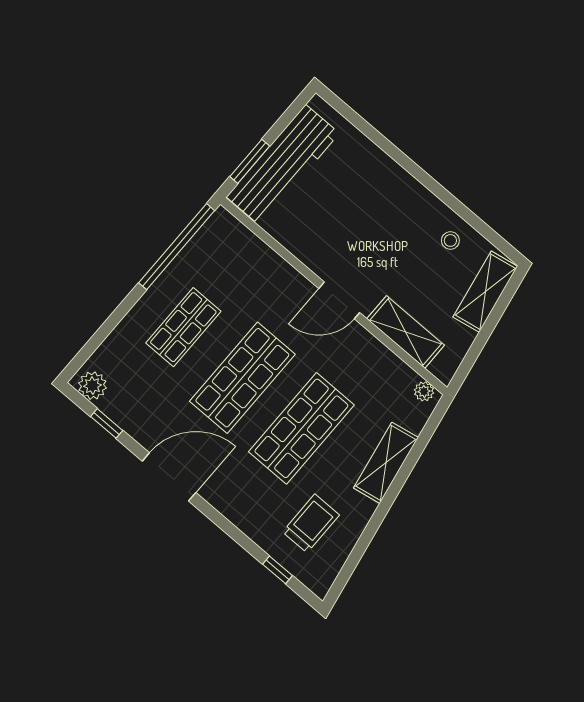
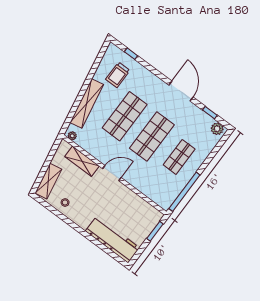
workbench: (283, 165) -> (113, 239), moved, turned 90
shelving: (386, 463) -> (87, 104), width x1.47
door: (169, 477) -> (181, 91), swing flipped

